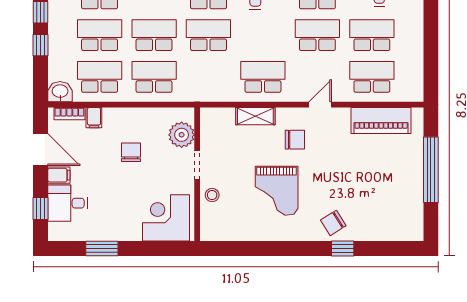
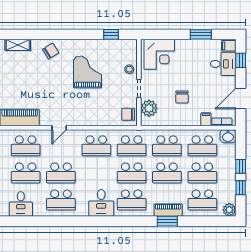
school desk: (208, 77) -> (132, 146), added
shelving: (255, 116) -> (18, 45), moved
chair: (295, 140) -> (128, 114), moved
door: (41, 150) -> (241, 99), hinge flipped
filing cabinet: (59, 175) -> (229, 46), moved
window: (343, 249) -> (111, 34), moved

